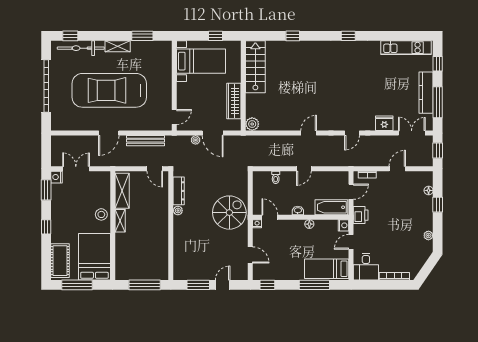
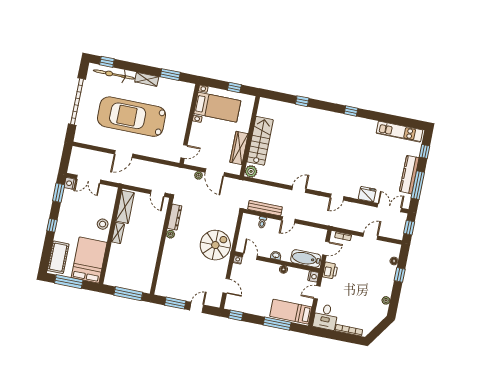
stairs: (255, 67) -> (260, 141), moved
bench: (145, 141) -> (265, 208), moved
double door: (76, 169) -> (88, 179), swing flipped

